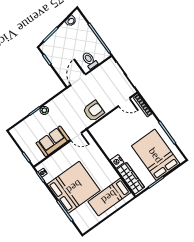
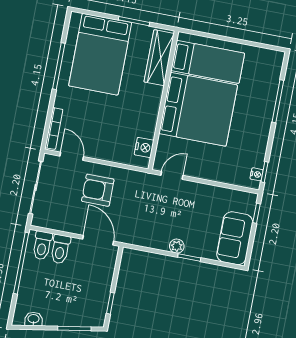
toilet: (98, 54) -> (42, 245), added
door: (78, 80) -> (98, 240), swing flipped
armchair: (94, 111) -> (98, 190), moved
door: (76, 137) -> (172, 175), hinge flipped
sofa: (53, 141) -> (235, 238), moved, turned 90
nightstand: (117, 161) -> (144, 148), moved
bed: (74, 187) -> (198, 109), moved, turned 180

